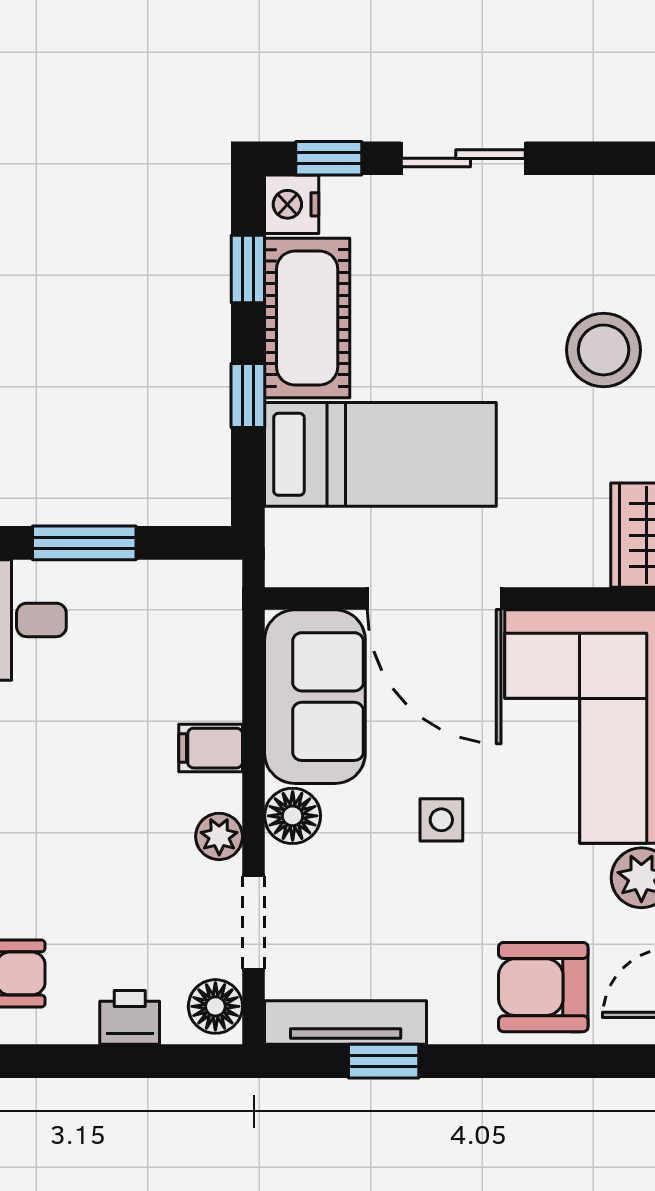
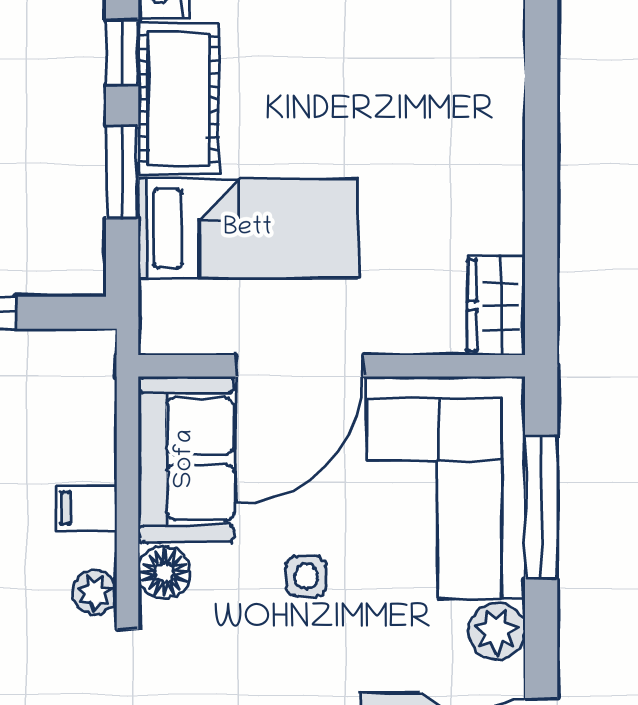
stool: (604, 350) -> (461, 129), removed
window: (248, 395) -> (122, 173), width x1.50
door: (434, 599) -> (299, 366), hinge flipped

